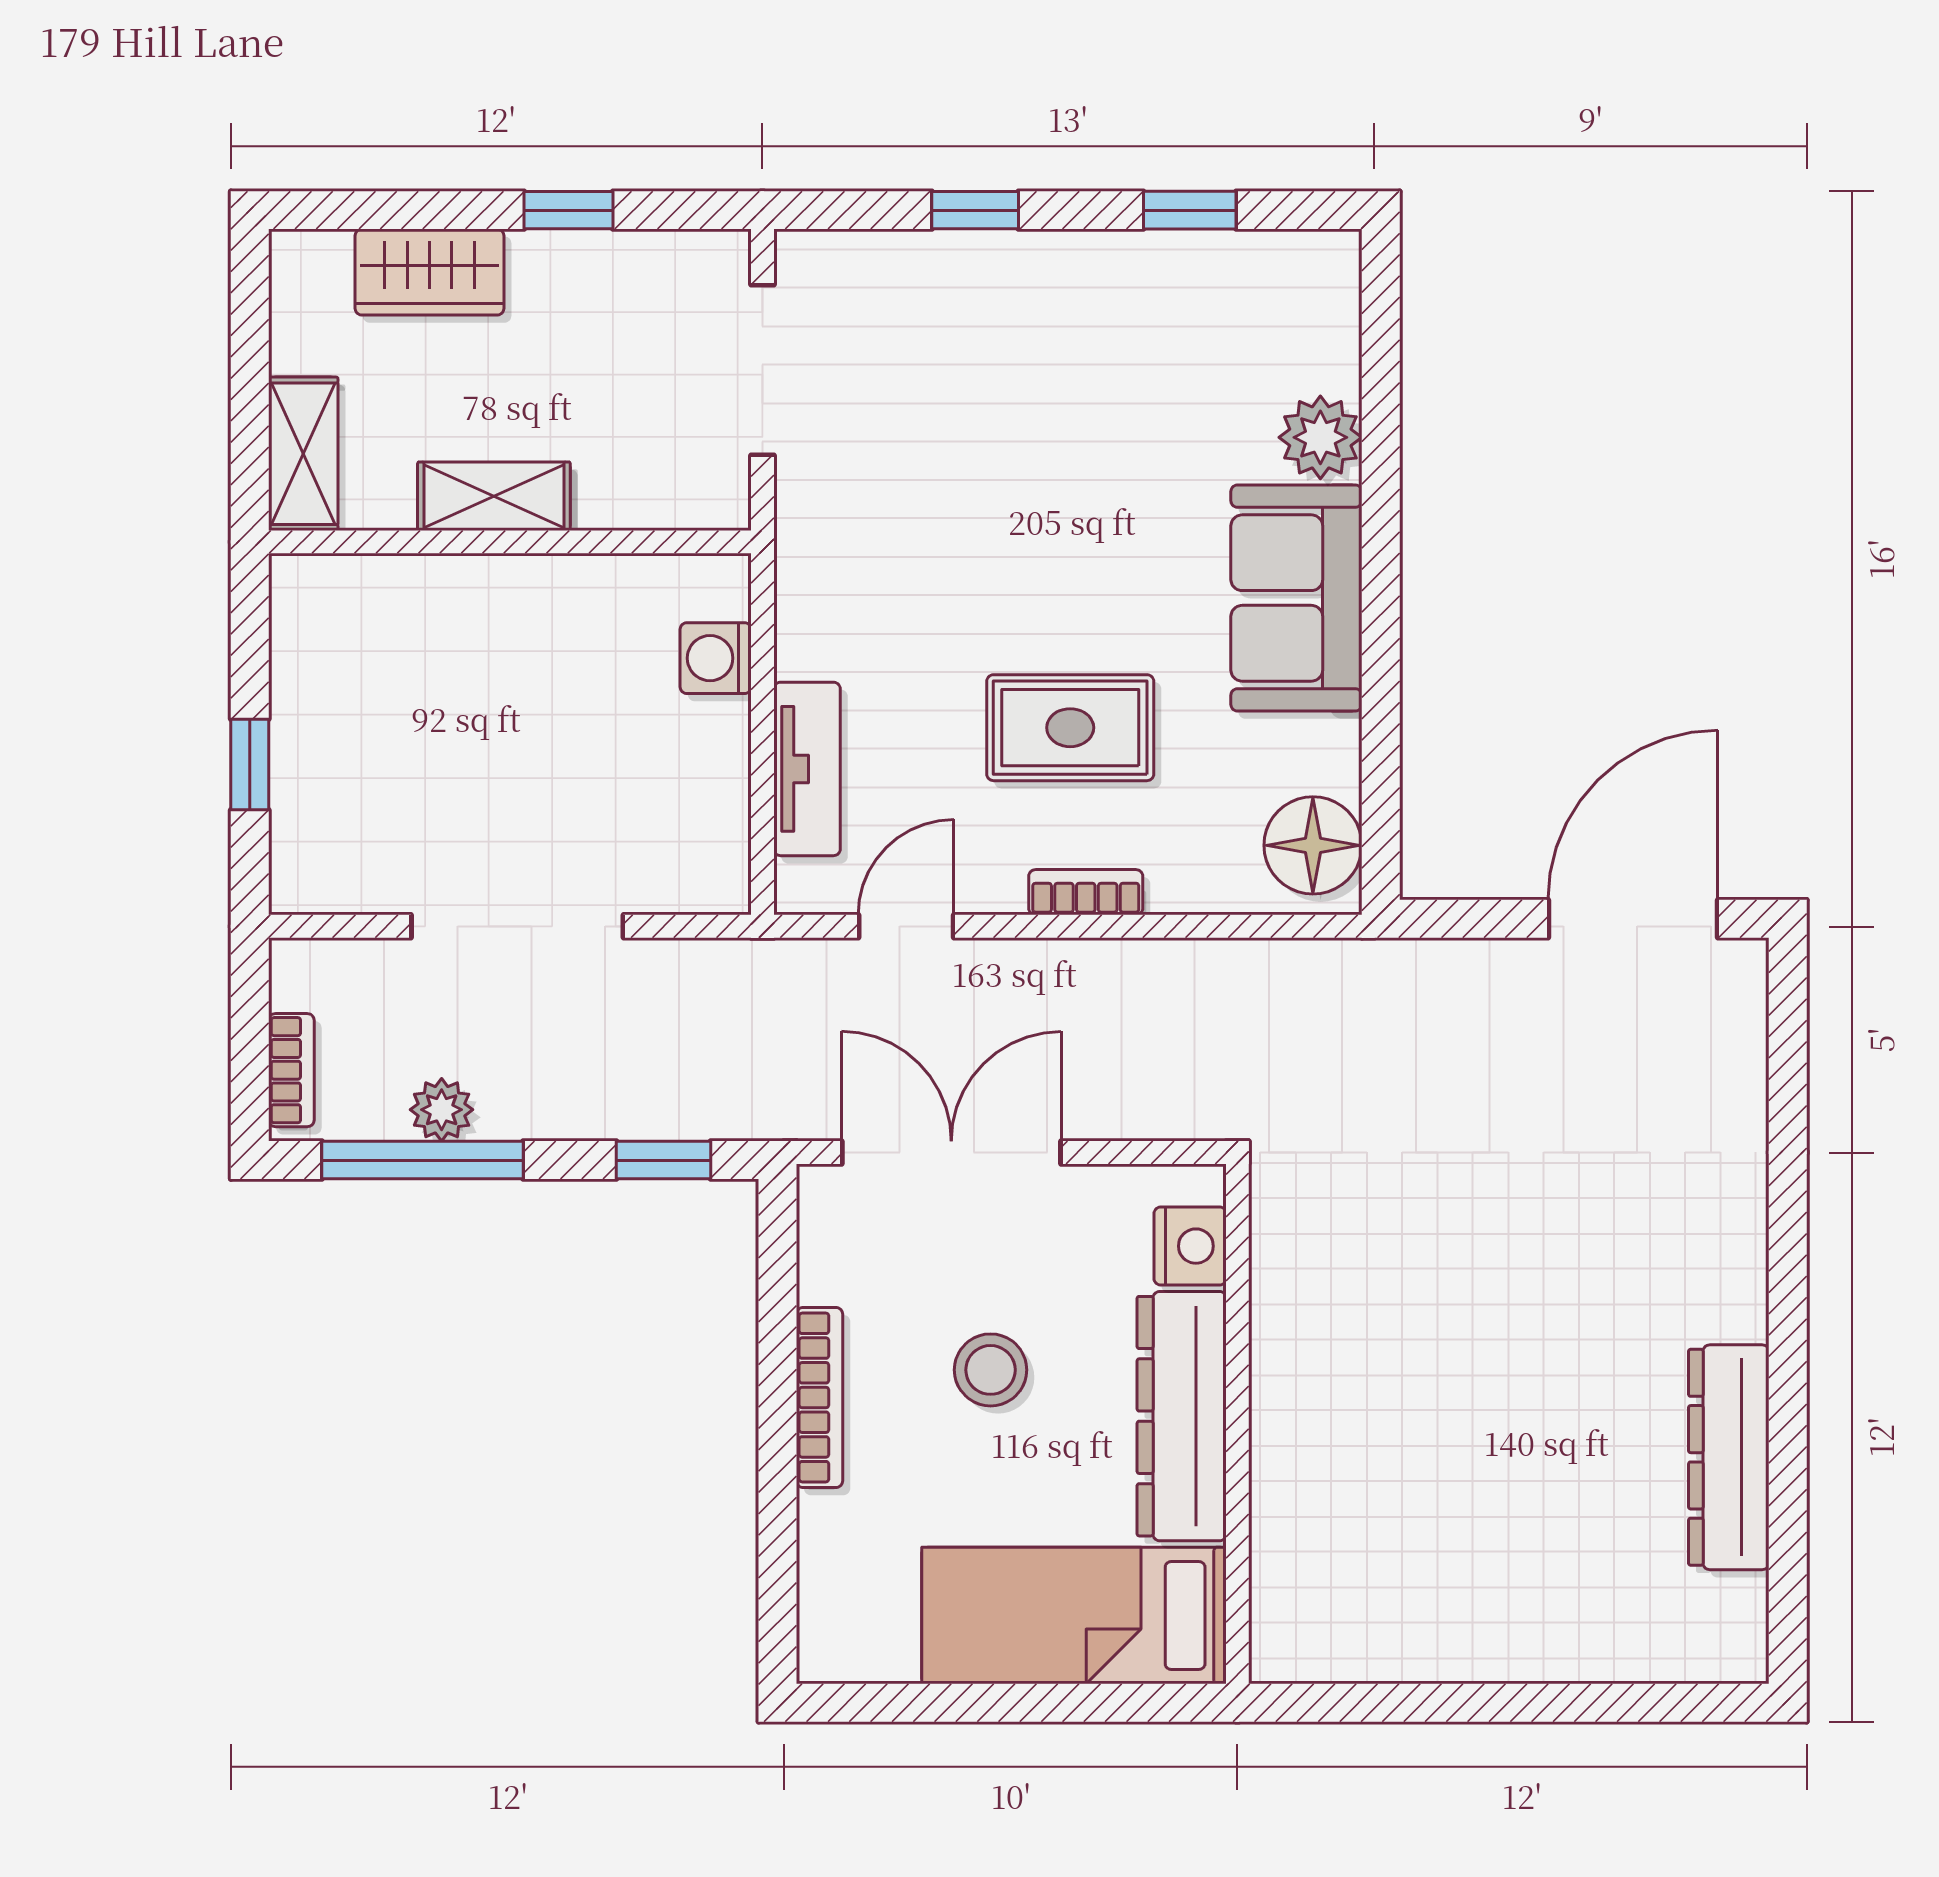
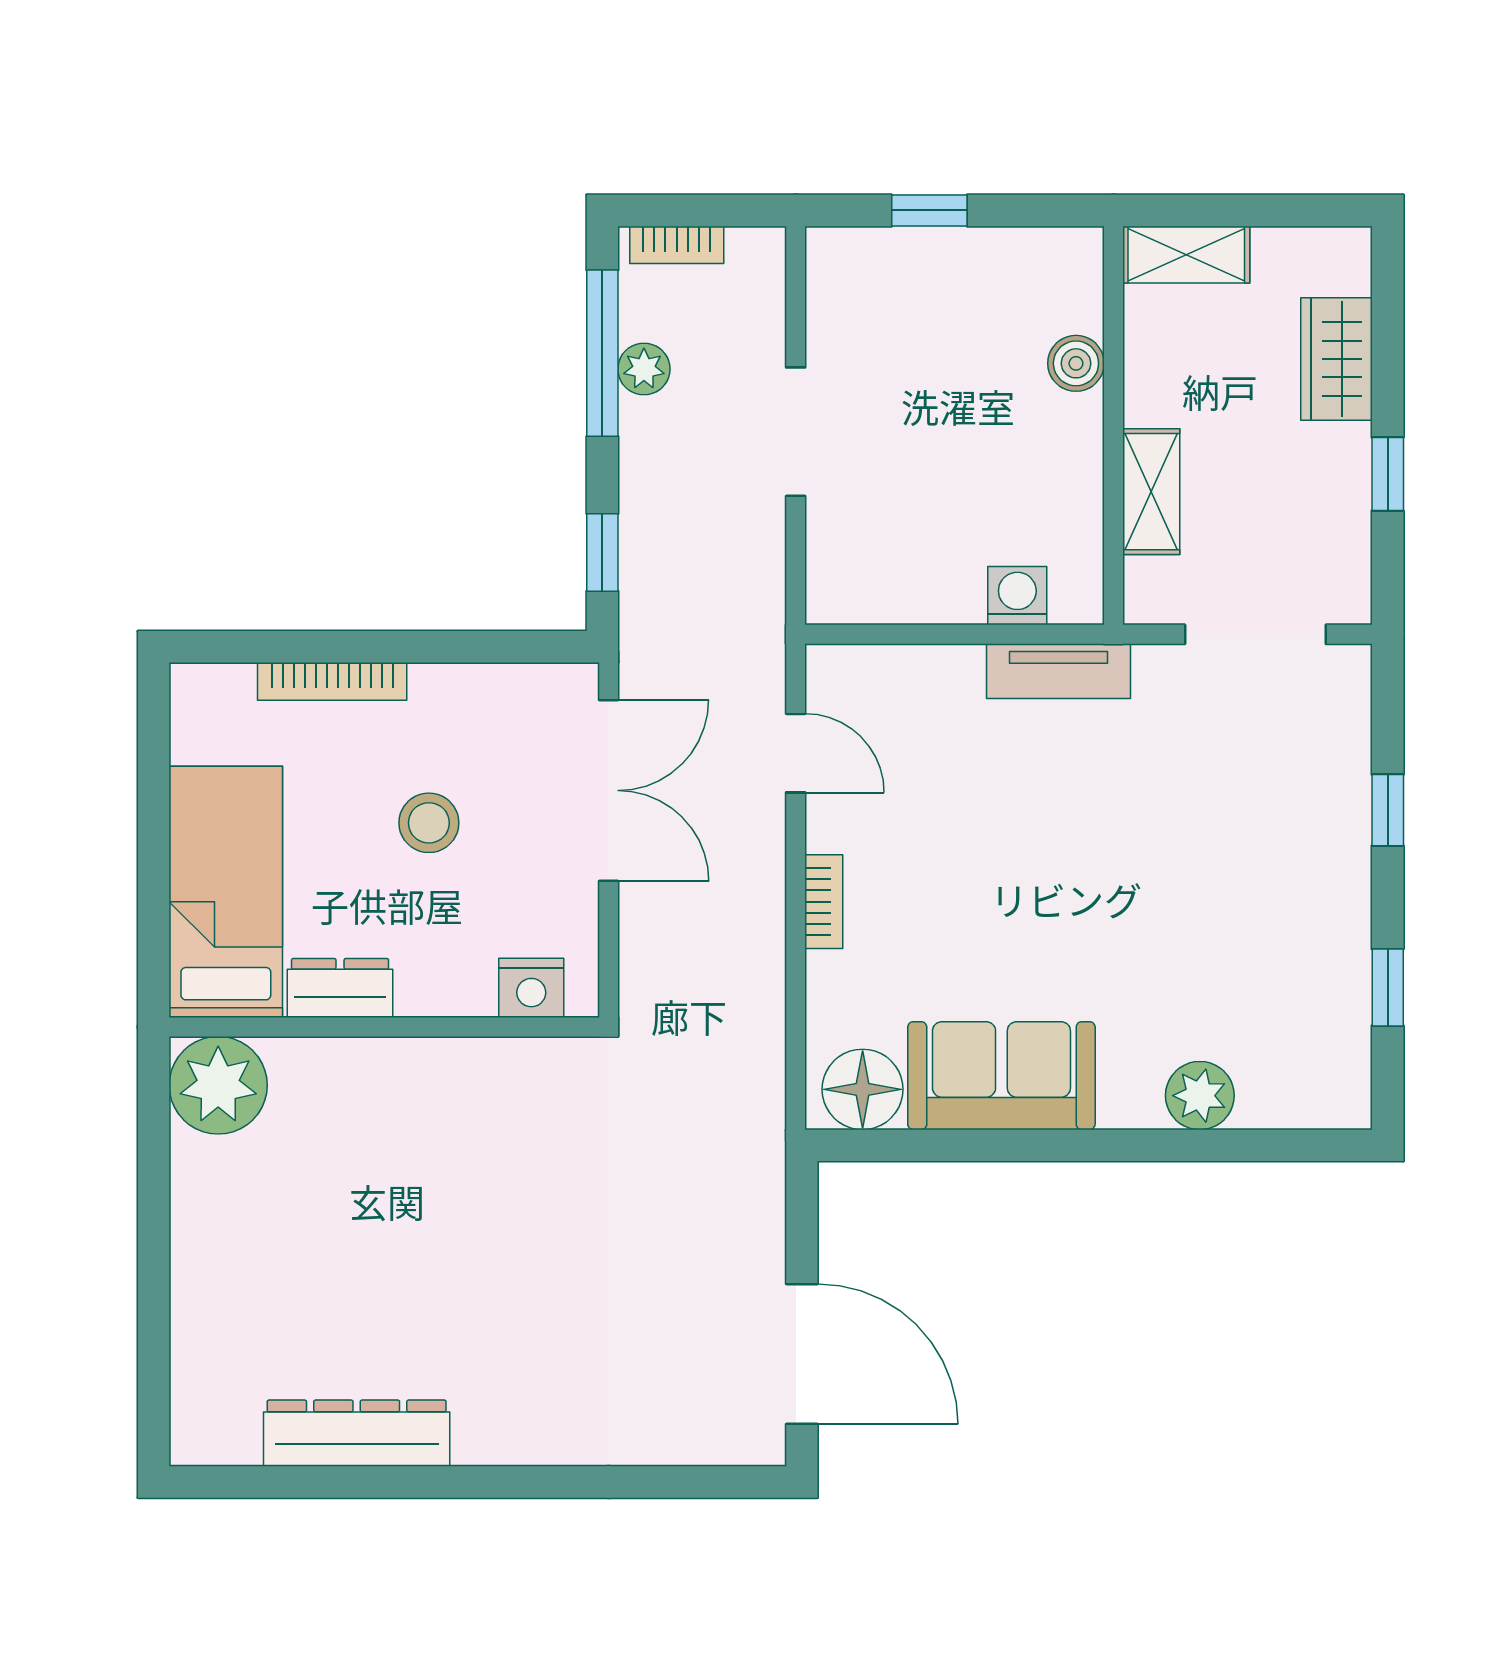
shelving: (494, 496) -> (1151, 492), moved
boiler: (435, 587) -> (1076, 363), added
sofa: (1296, 598) -> (1001, 1076), moved
rug: (1070, 728) -> (960, 889), removed
tv unit: (807, 769) -> (1059, 671), moved
doorway: (517, 926) -> (796, 432), width x0.73
bookcase: (819, 1397) -> (332, 681), moved
dresser: (1182, 1416) -> (340, 988), width x0.51, depth x0.80
plant: (1308, 1625) -> (218, 1085), added

